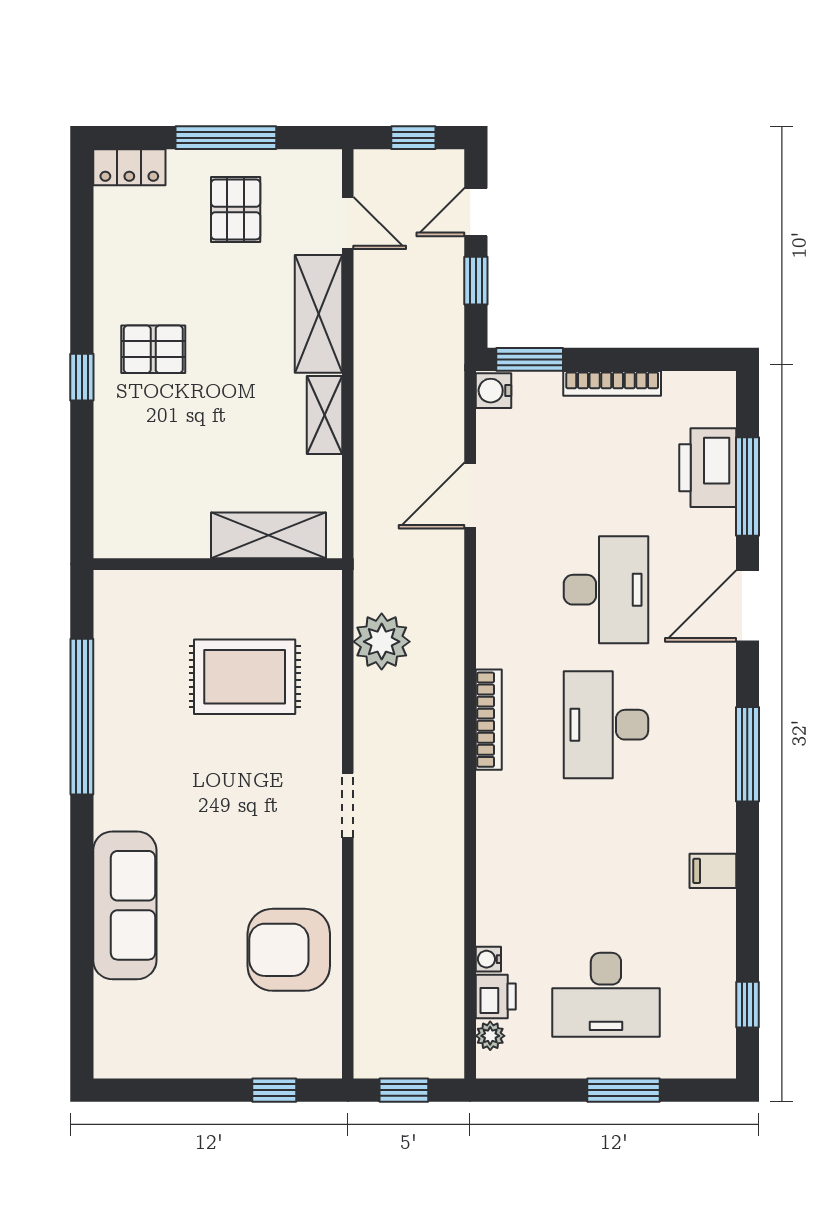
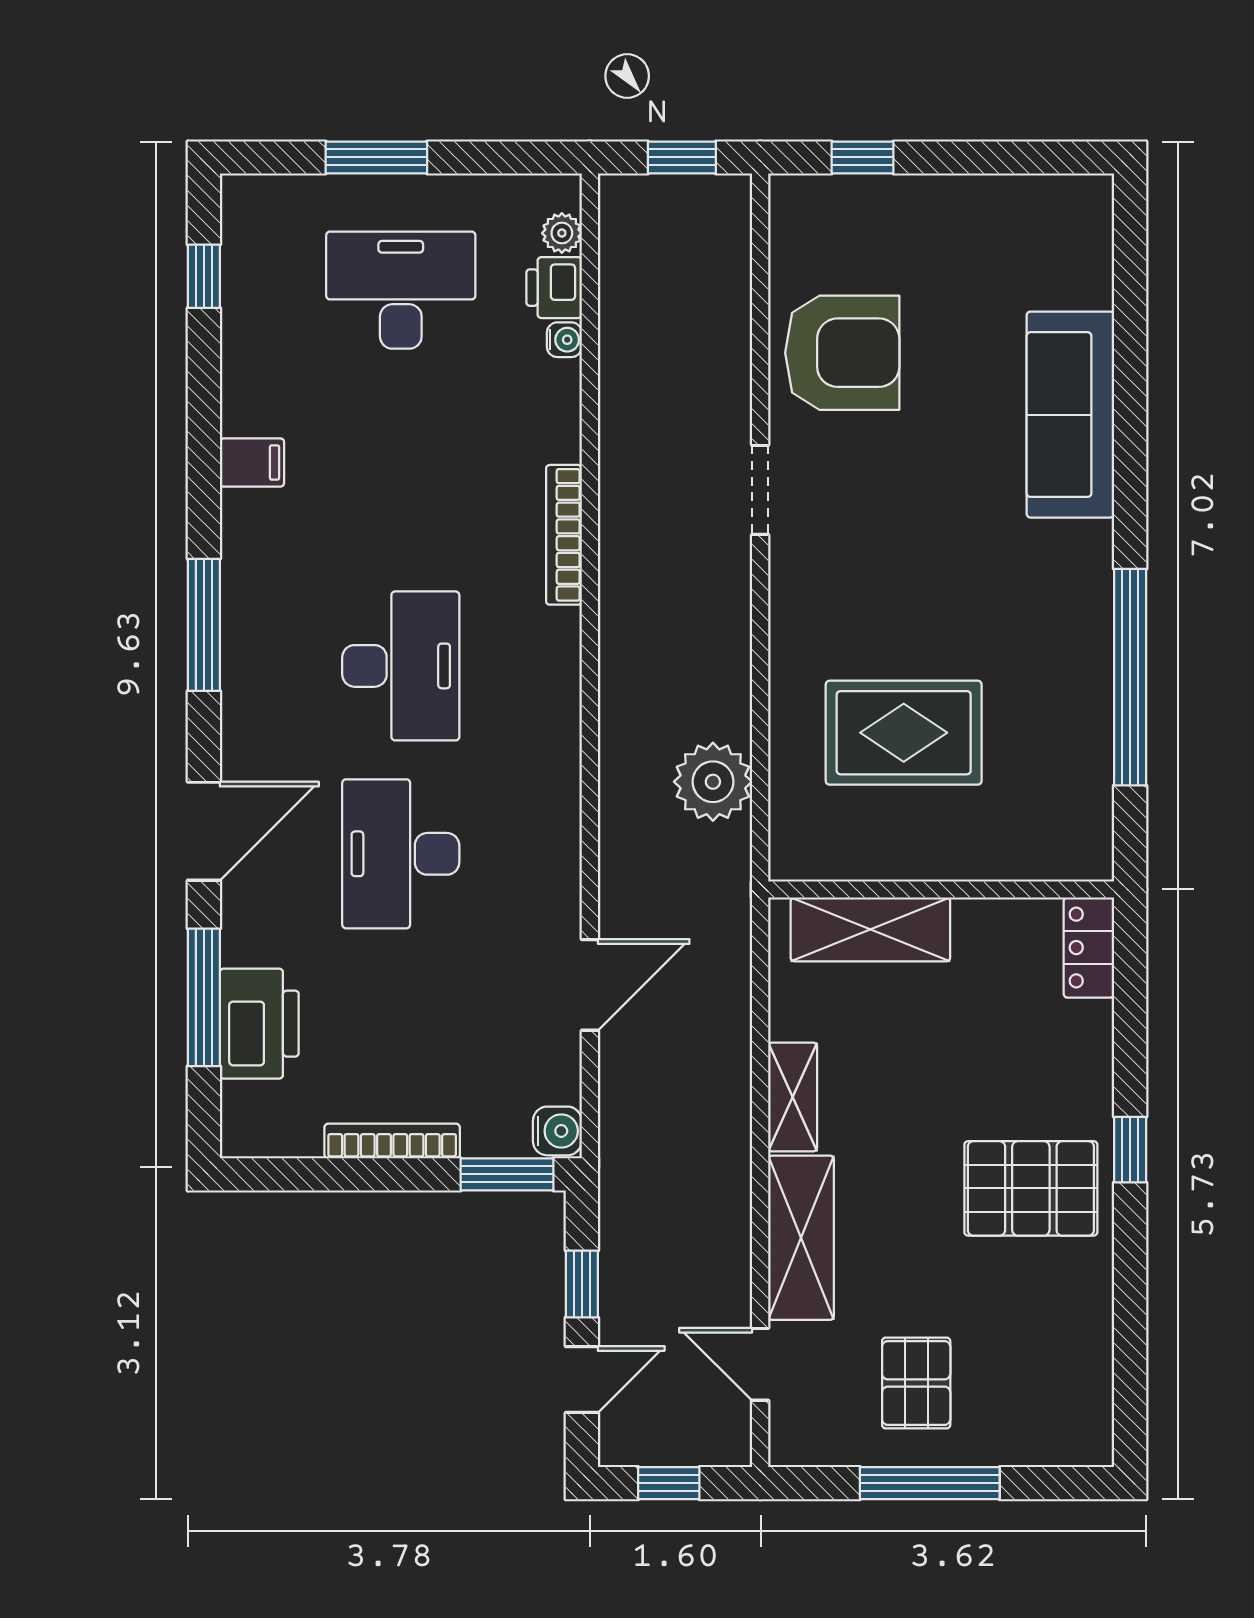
locker: (129, 167) -> (1089, 948), moved, turned -90
pallet: (153, 349) -> (1031, 1188), width x1.50, depth x1.42
bookcase: (489, 720) -> (564, 535), moved
doorway: (348, 805) -> (760, 490), moved

